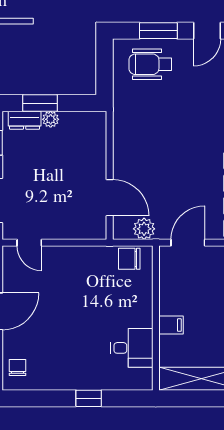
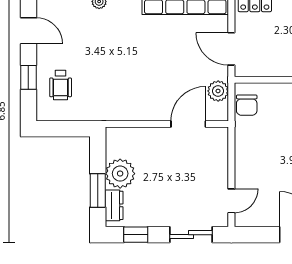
window: (158, 31) -> (28, 77), width x0.67
wheelchair: (150, 64) -> (61, 85), width x0.73, depth x0.73
plant: (51, 119) -> (120, 174), width x1.87, depth x1.87

